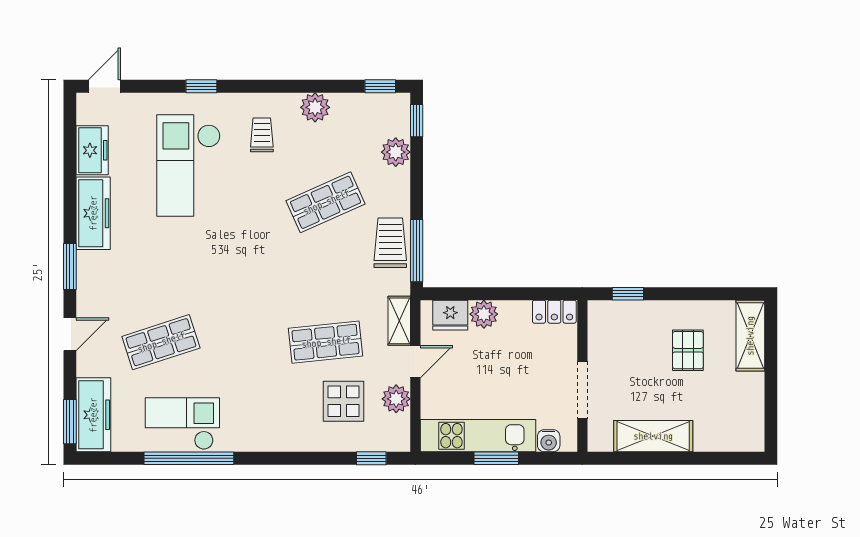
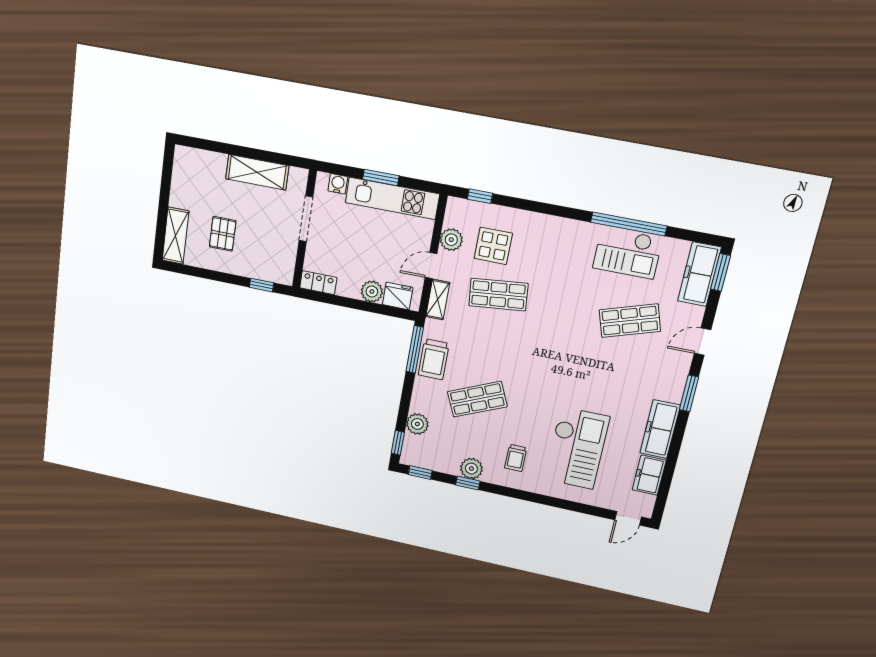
window: (201, 86) -> (468, 483), moved

